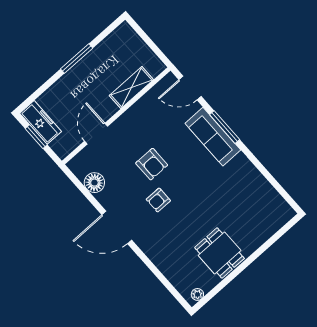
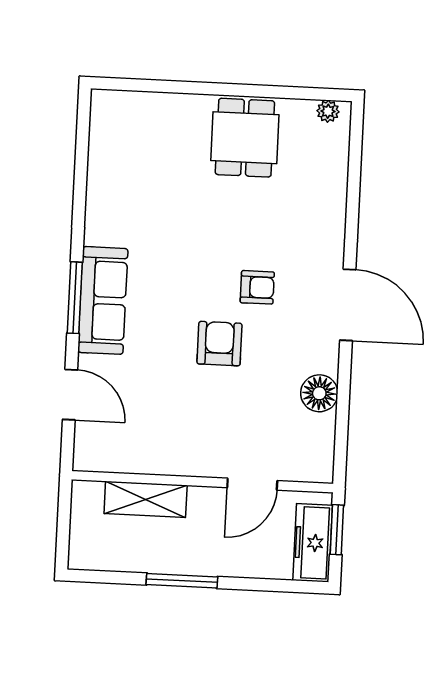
shelving: (131, 88) -> (146, 499), moved
wall: (116, 116) -> (202, 482), moved
door: (96, 134) -> (252, 484), moved

